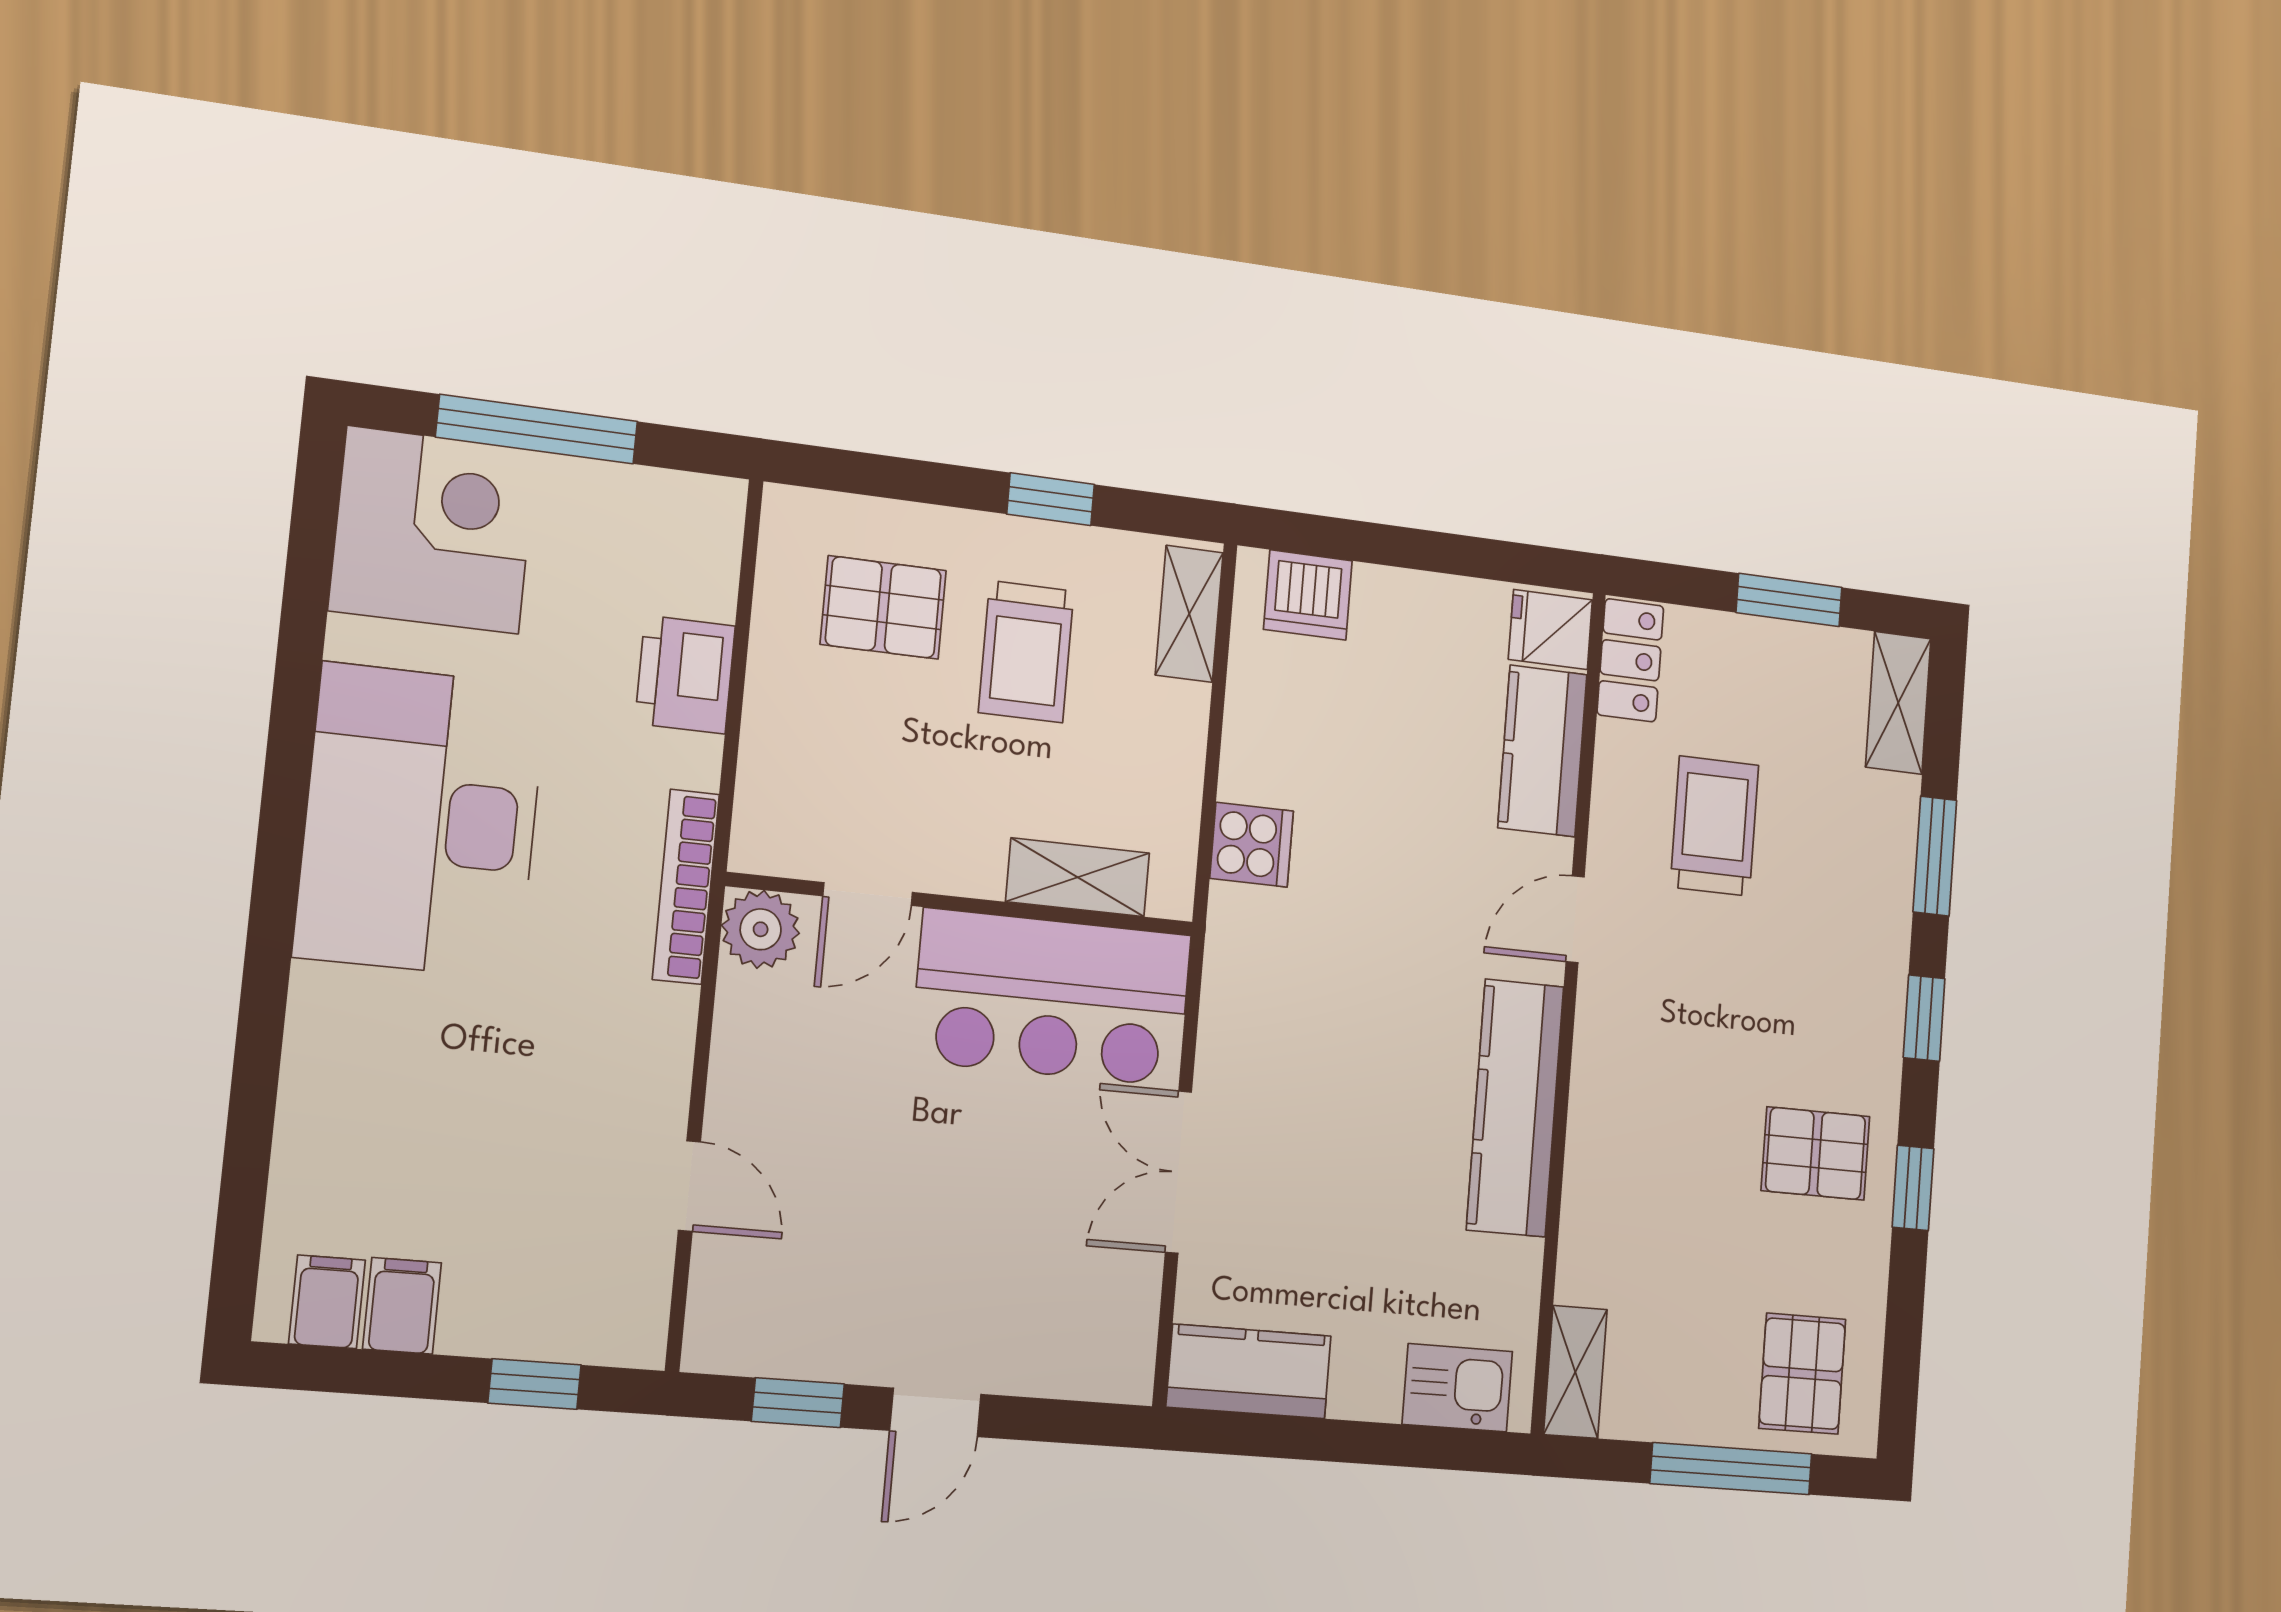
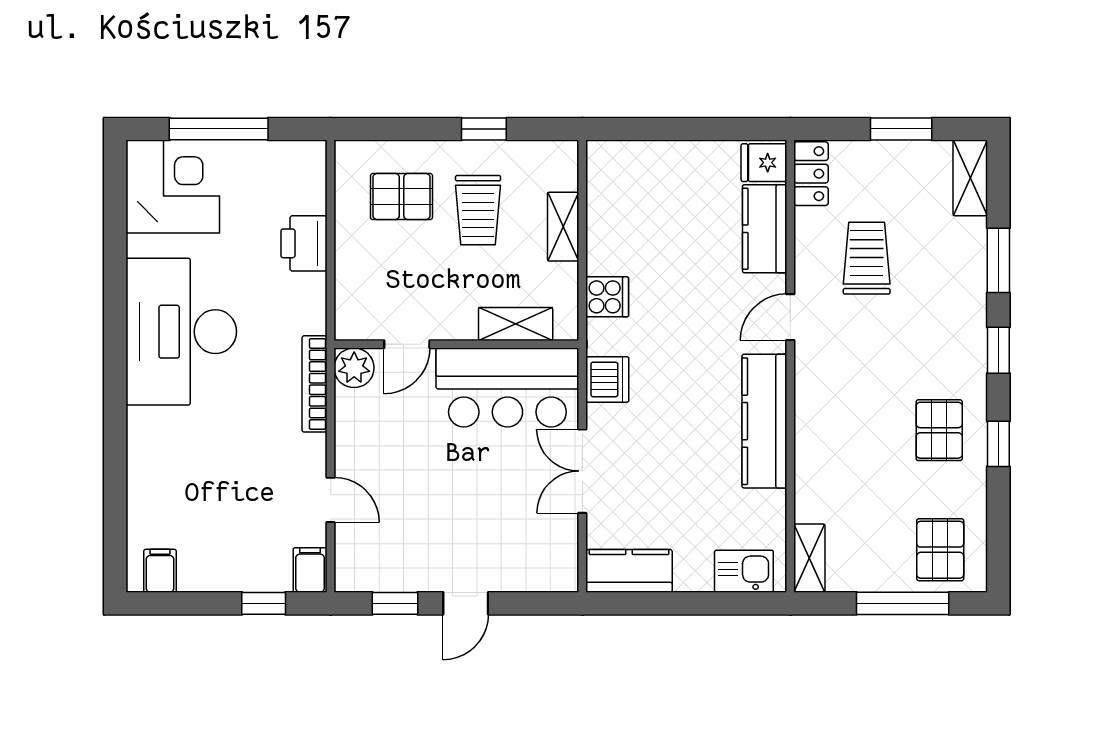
dishwasher: (1308, 595) -> (607, 379), moved, turned -90
shelving: (1189, 614) -> (563, 227), moved
bookcase: (686, 887) -> (315, 384), moved
pallet: (1816, 1153) -> (939, 430), turned 90
filing cabinet: (402, 1306) -> (310, 570), moved

